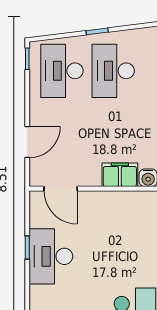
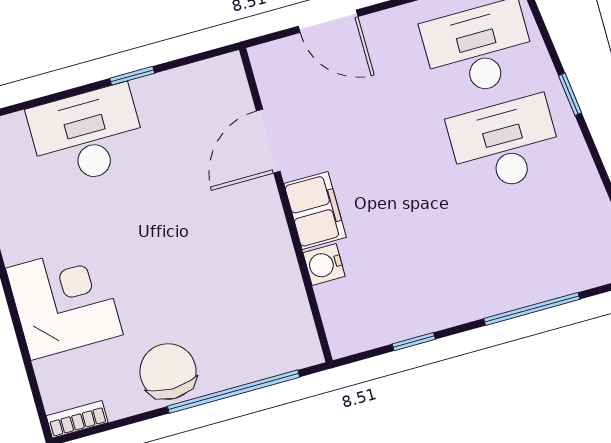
door: (61, 189) -> (268, 141), moved
desk: (51, 256) -> (87, 136), moved

